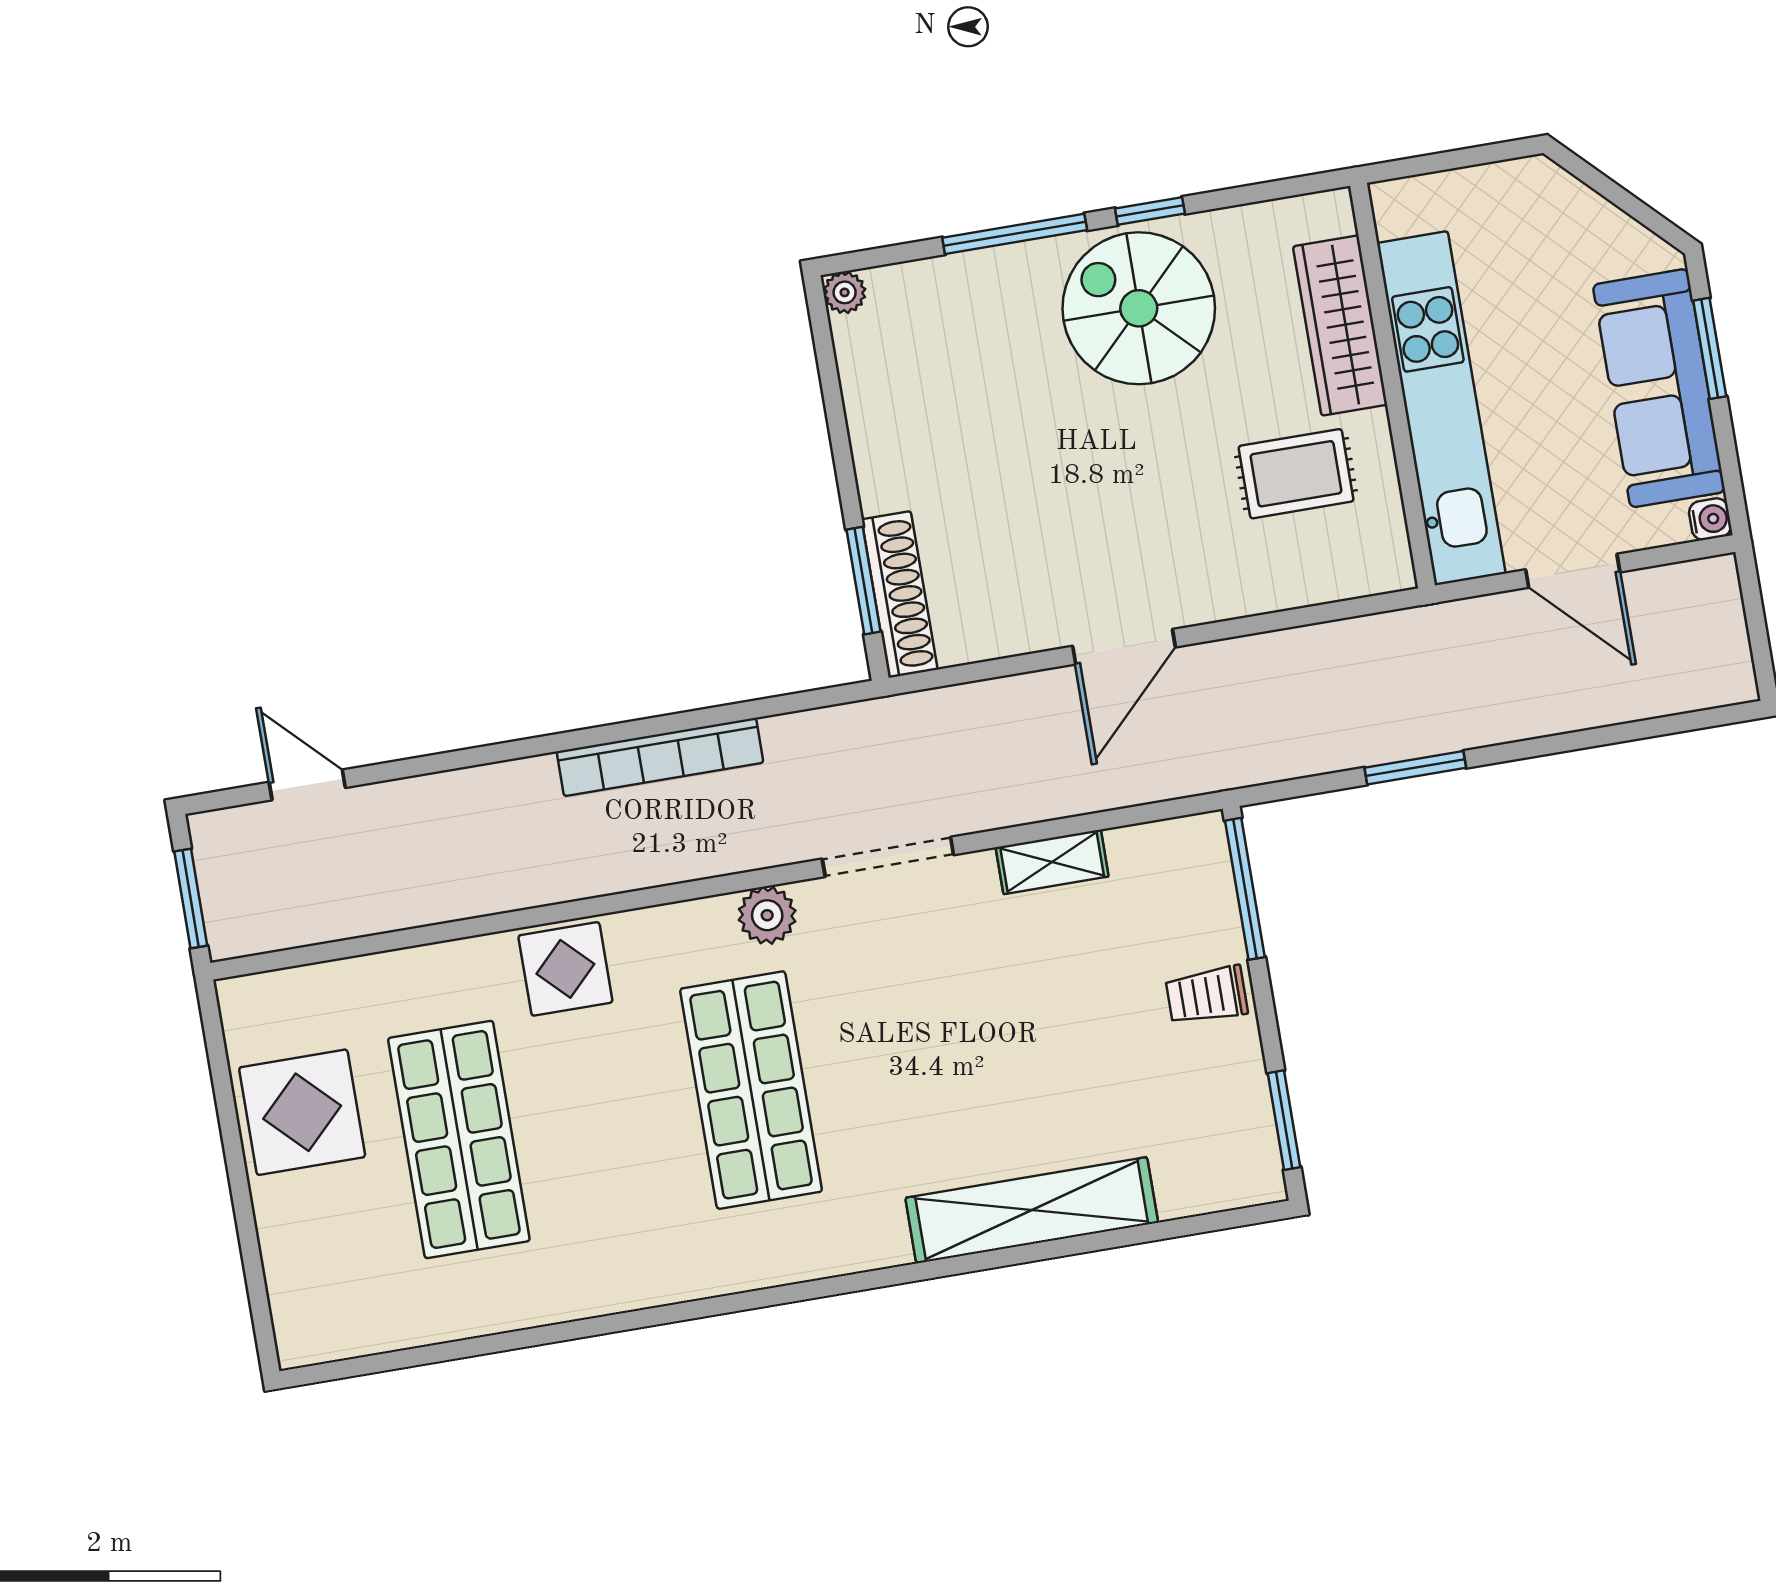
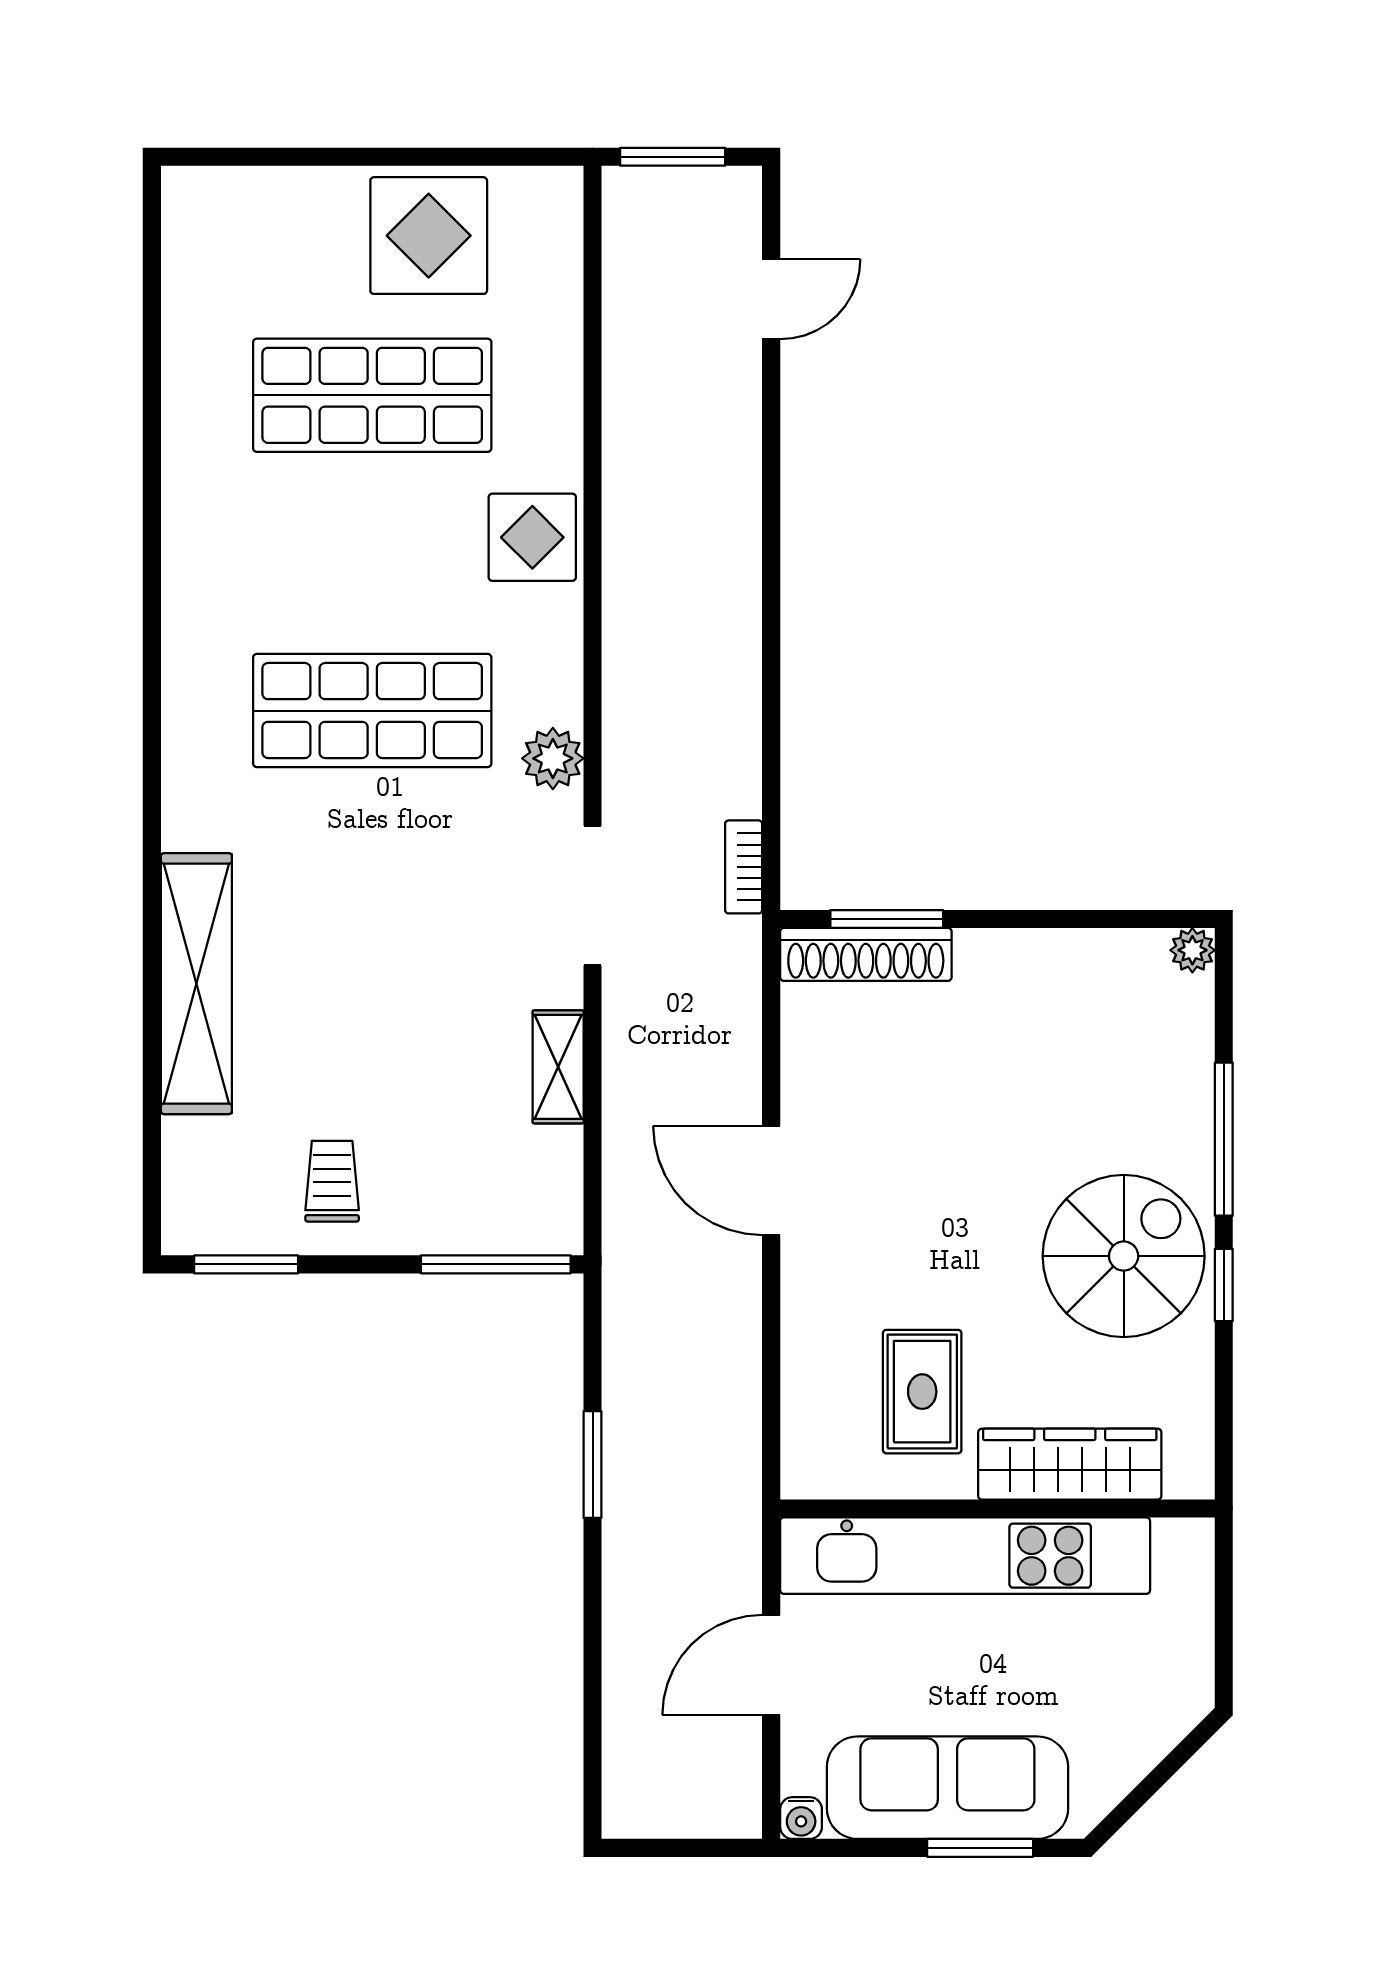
bookcase: (660, 757) -> (744, 867), moved, width x0.43, depth x0.76
trolley: (1207, 995) -> (332, 1181), moved

